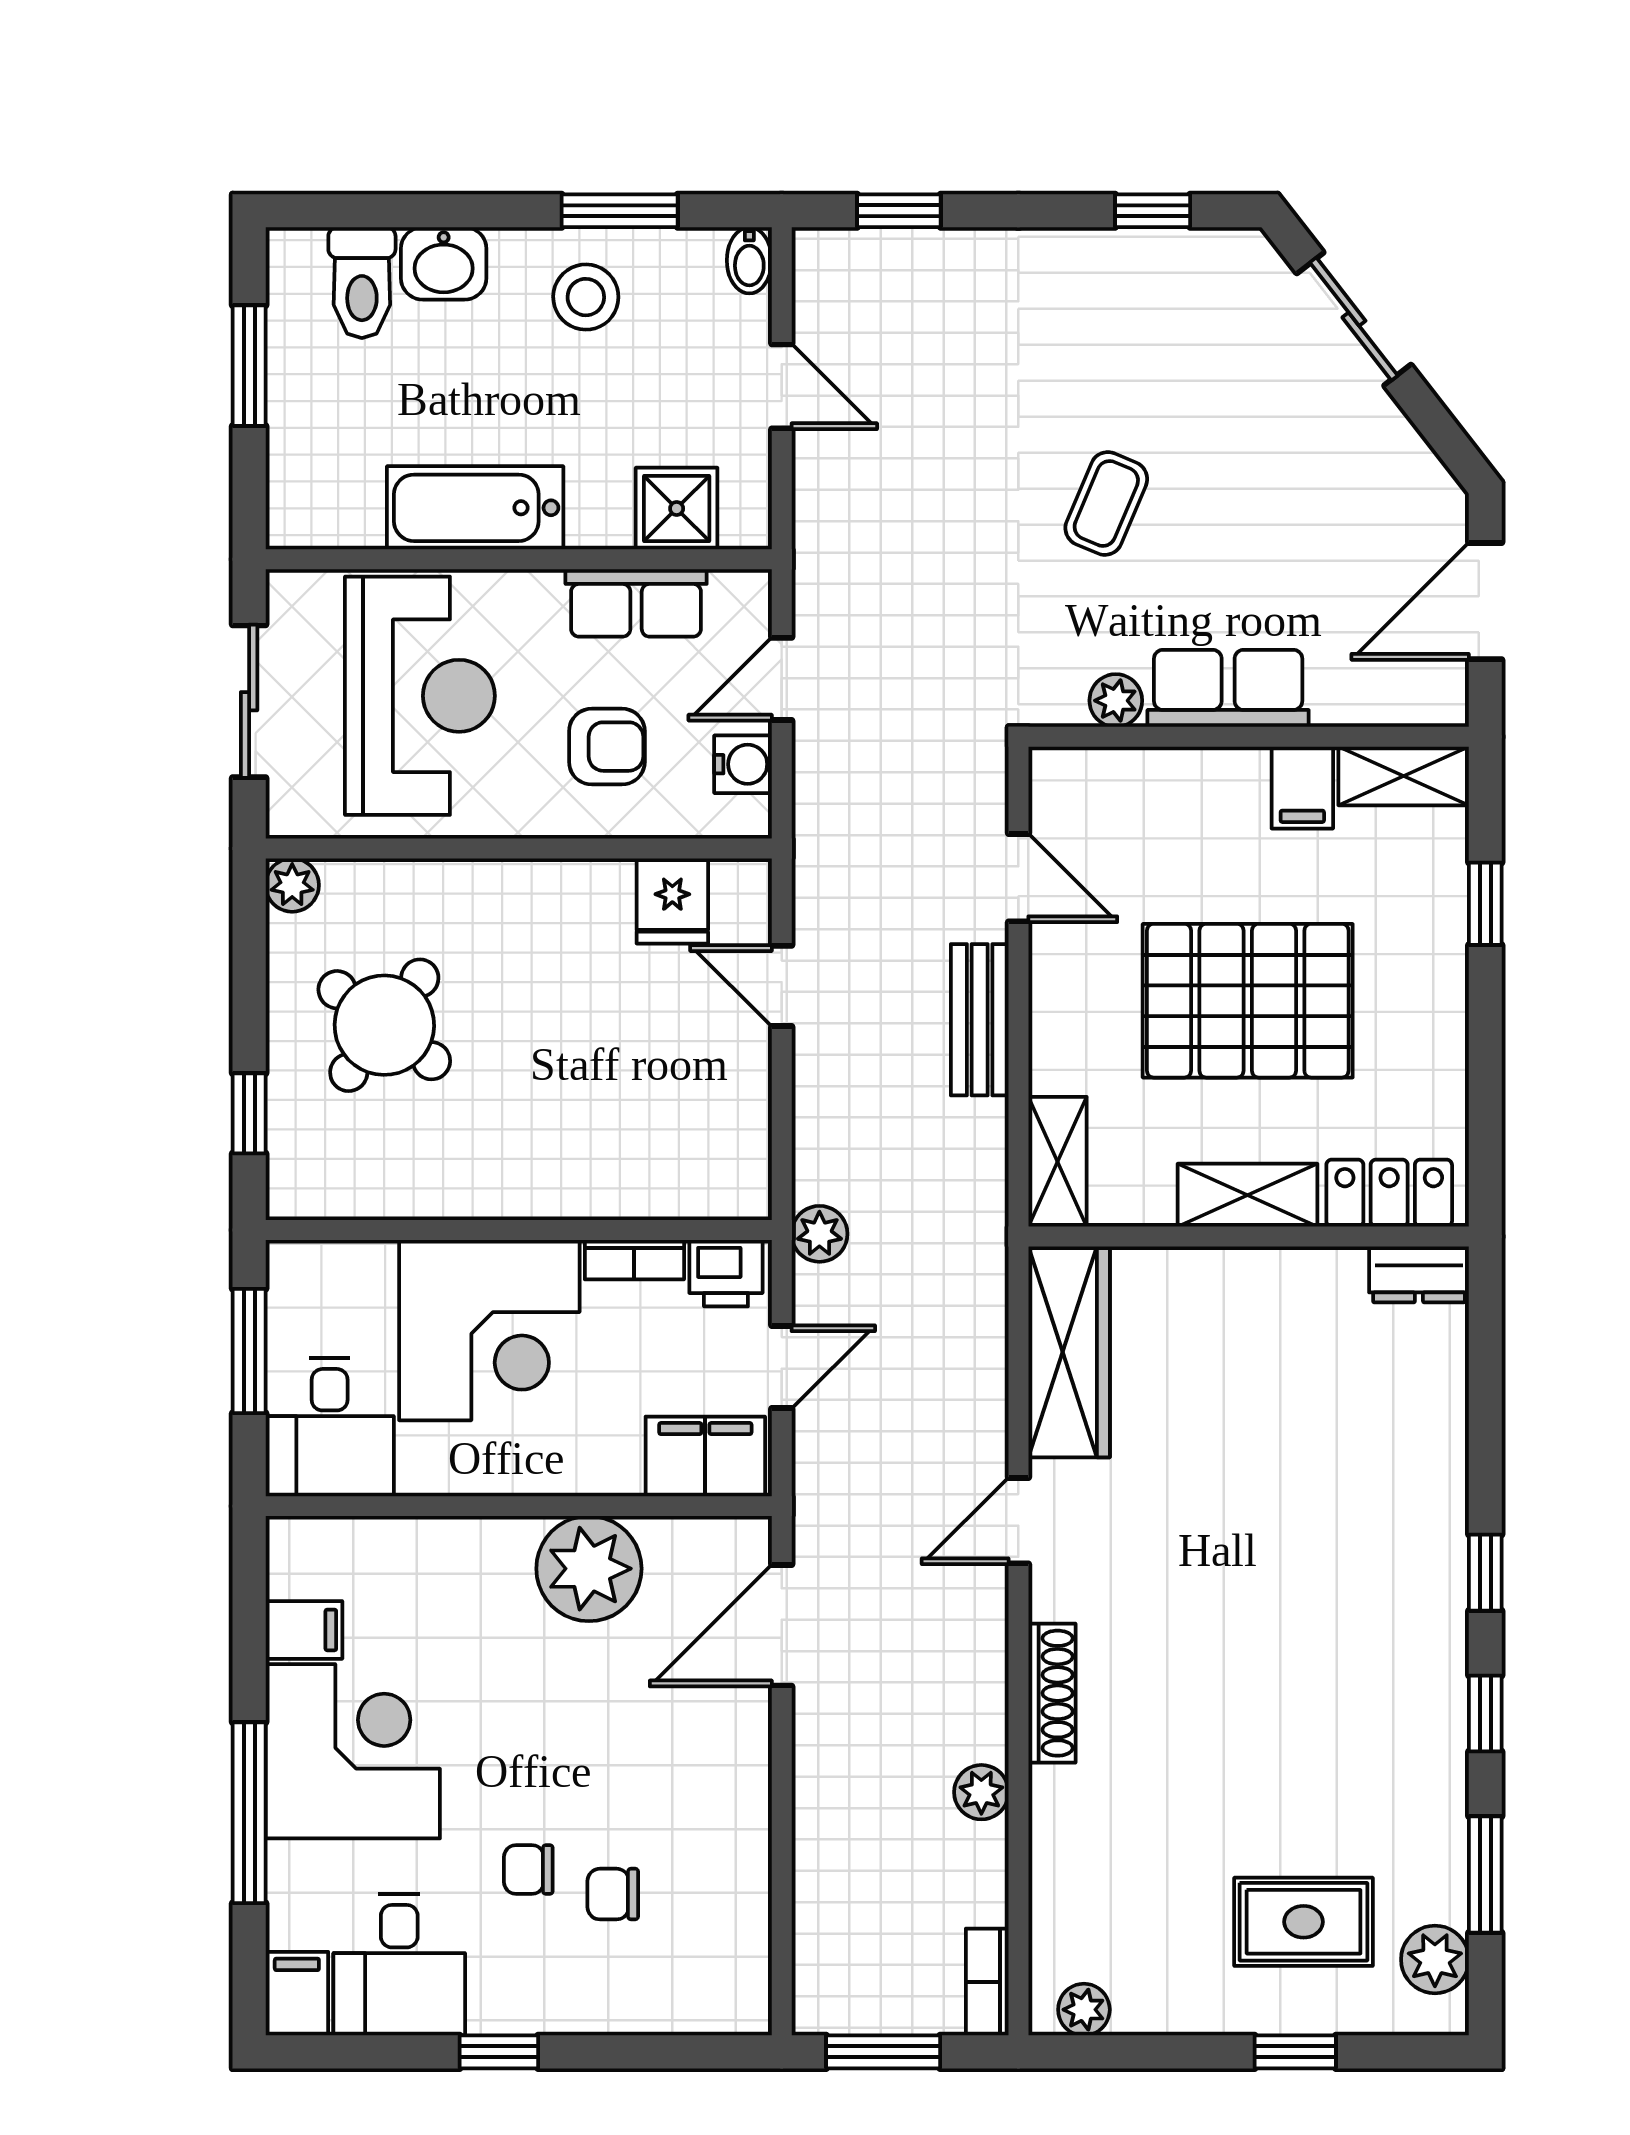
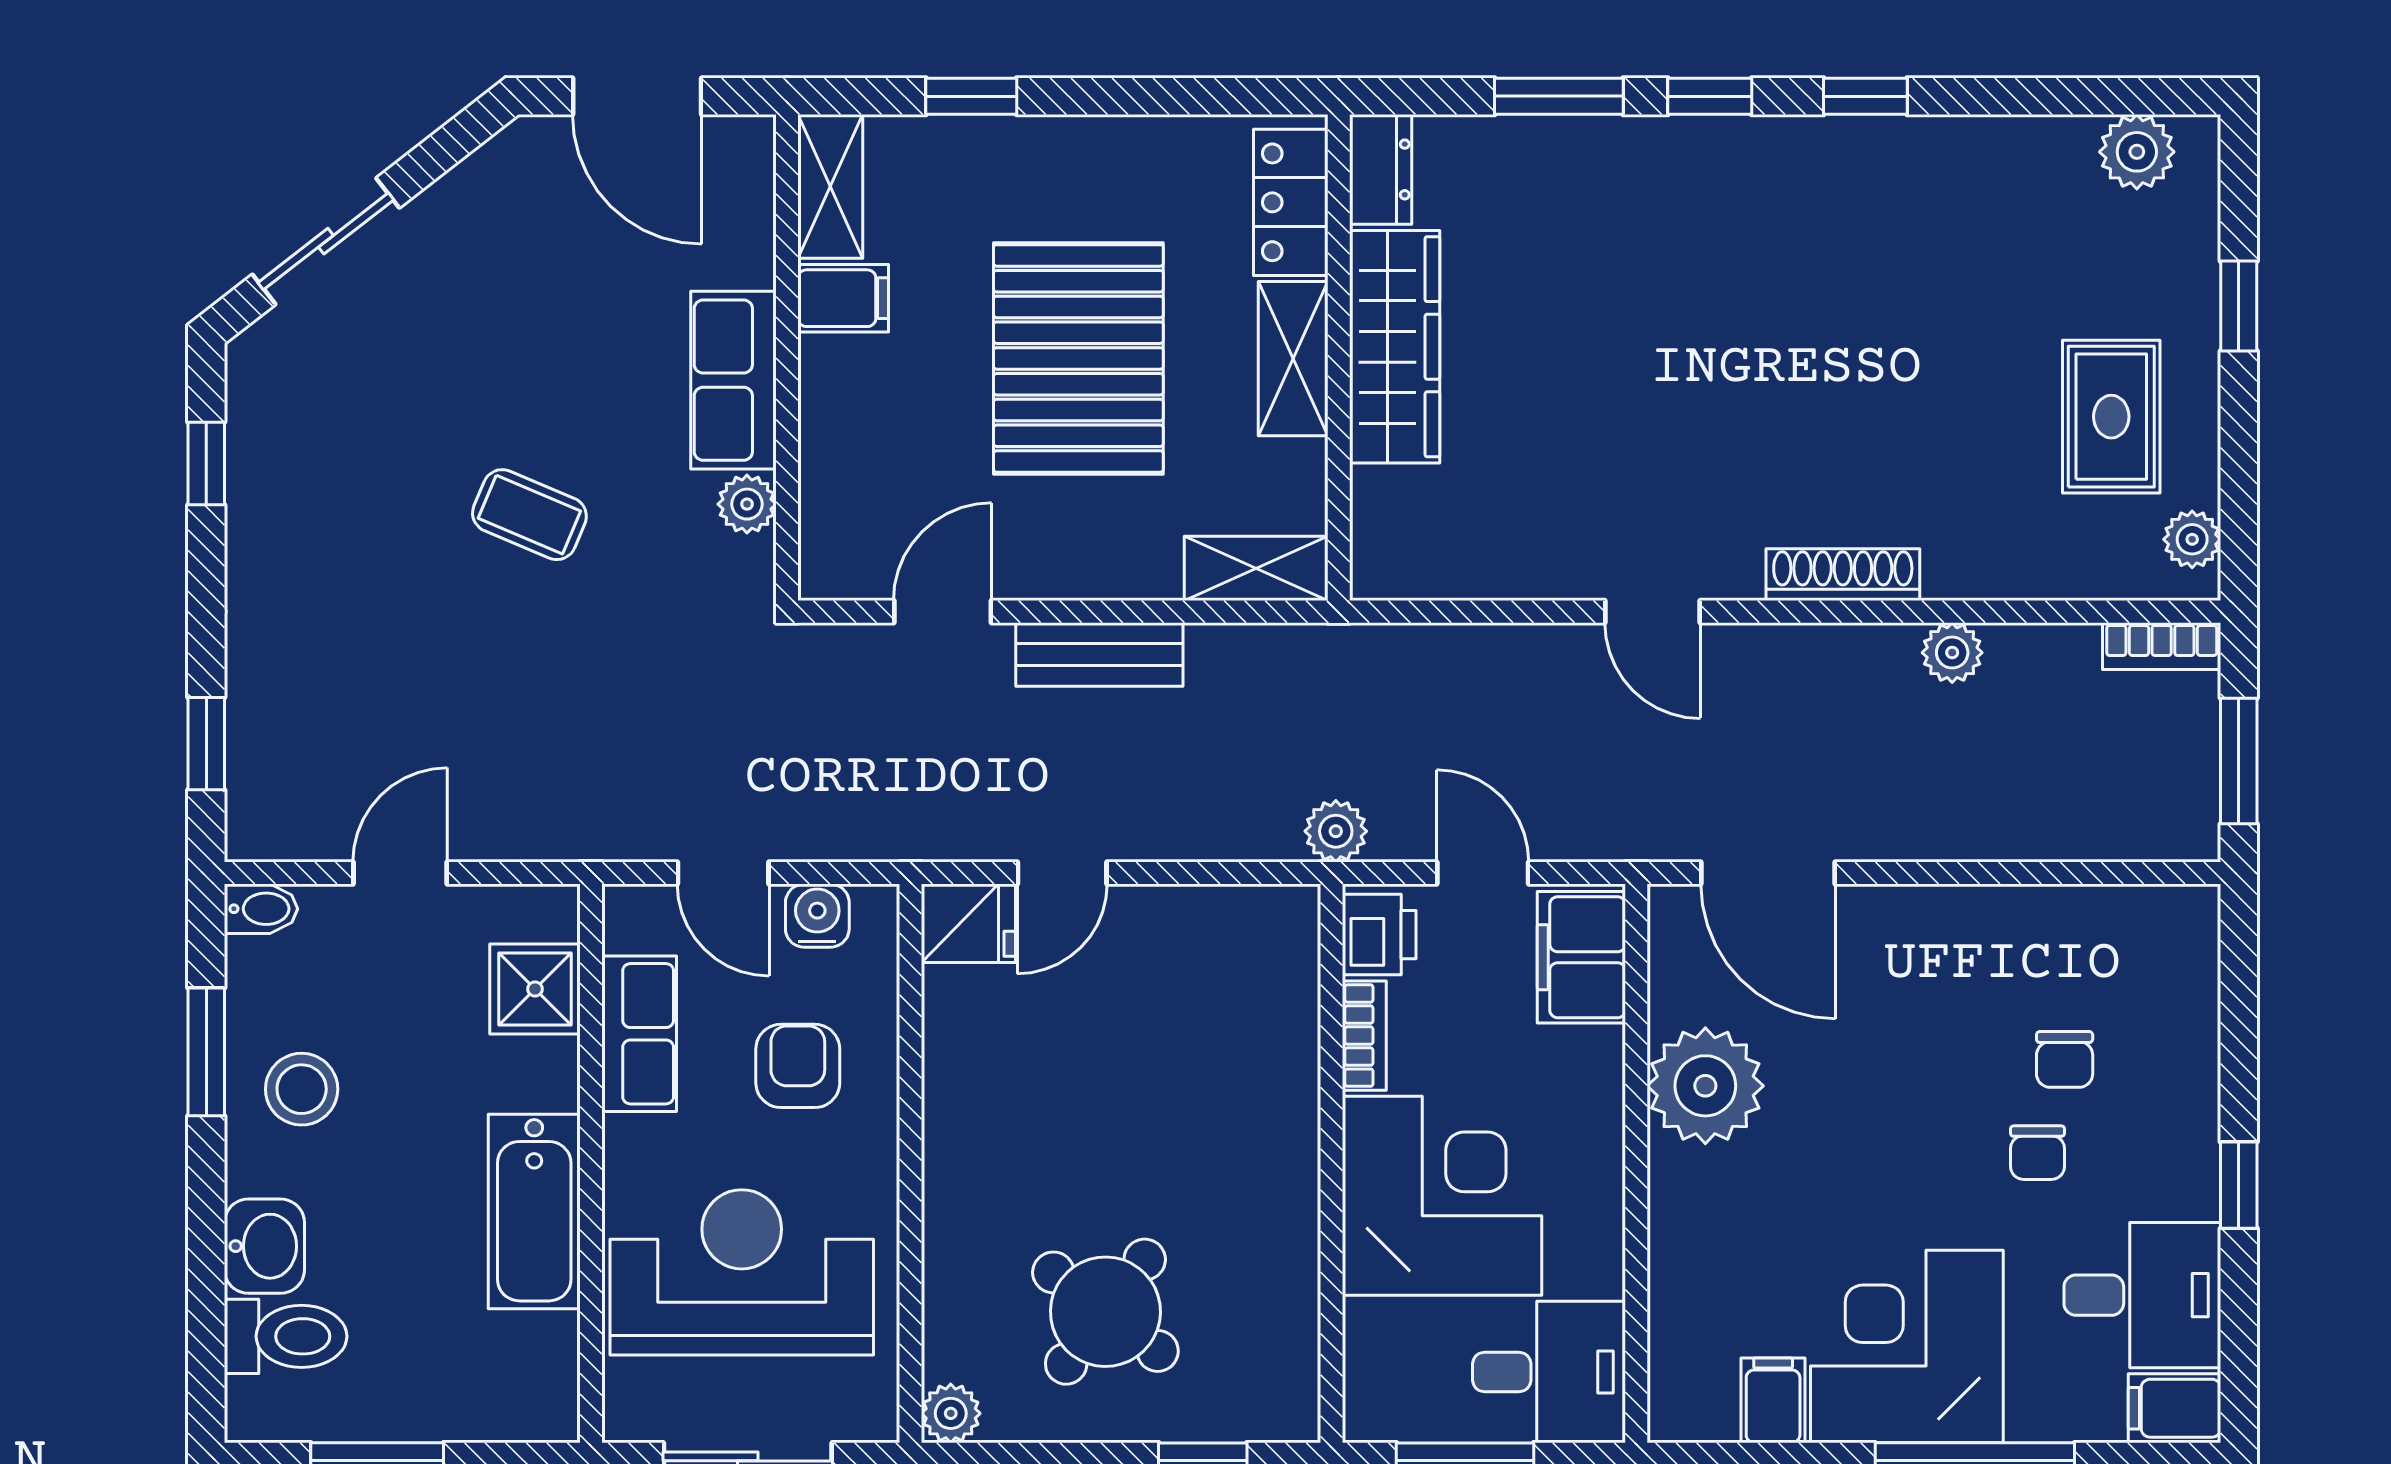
fridge: (672, 901) -> (968, 923), moved
wardrobe: (1069, 1352) -> (1395, 347), moved, turned 90
window: (1485, 1874) -> (1559, 96), moved
rug: (1304, 1922) -> (2111, 417), moved

